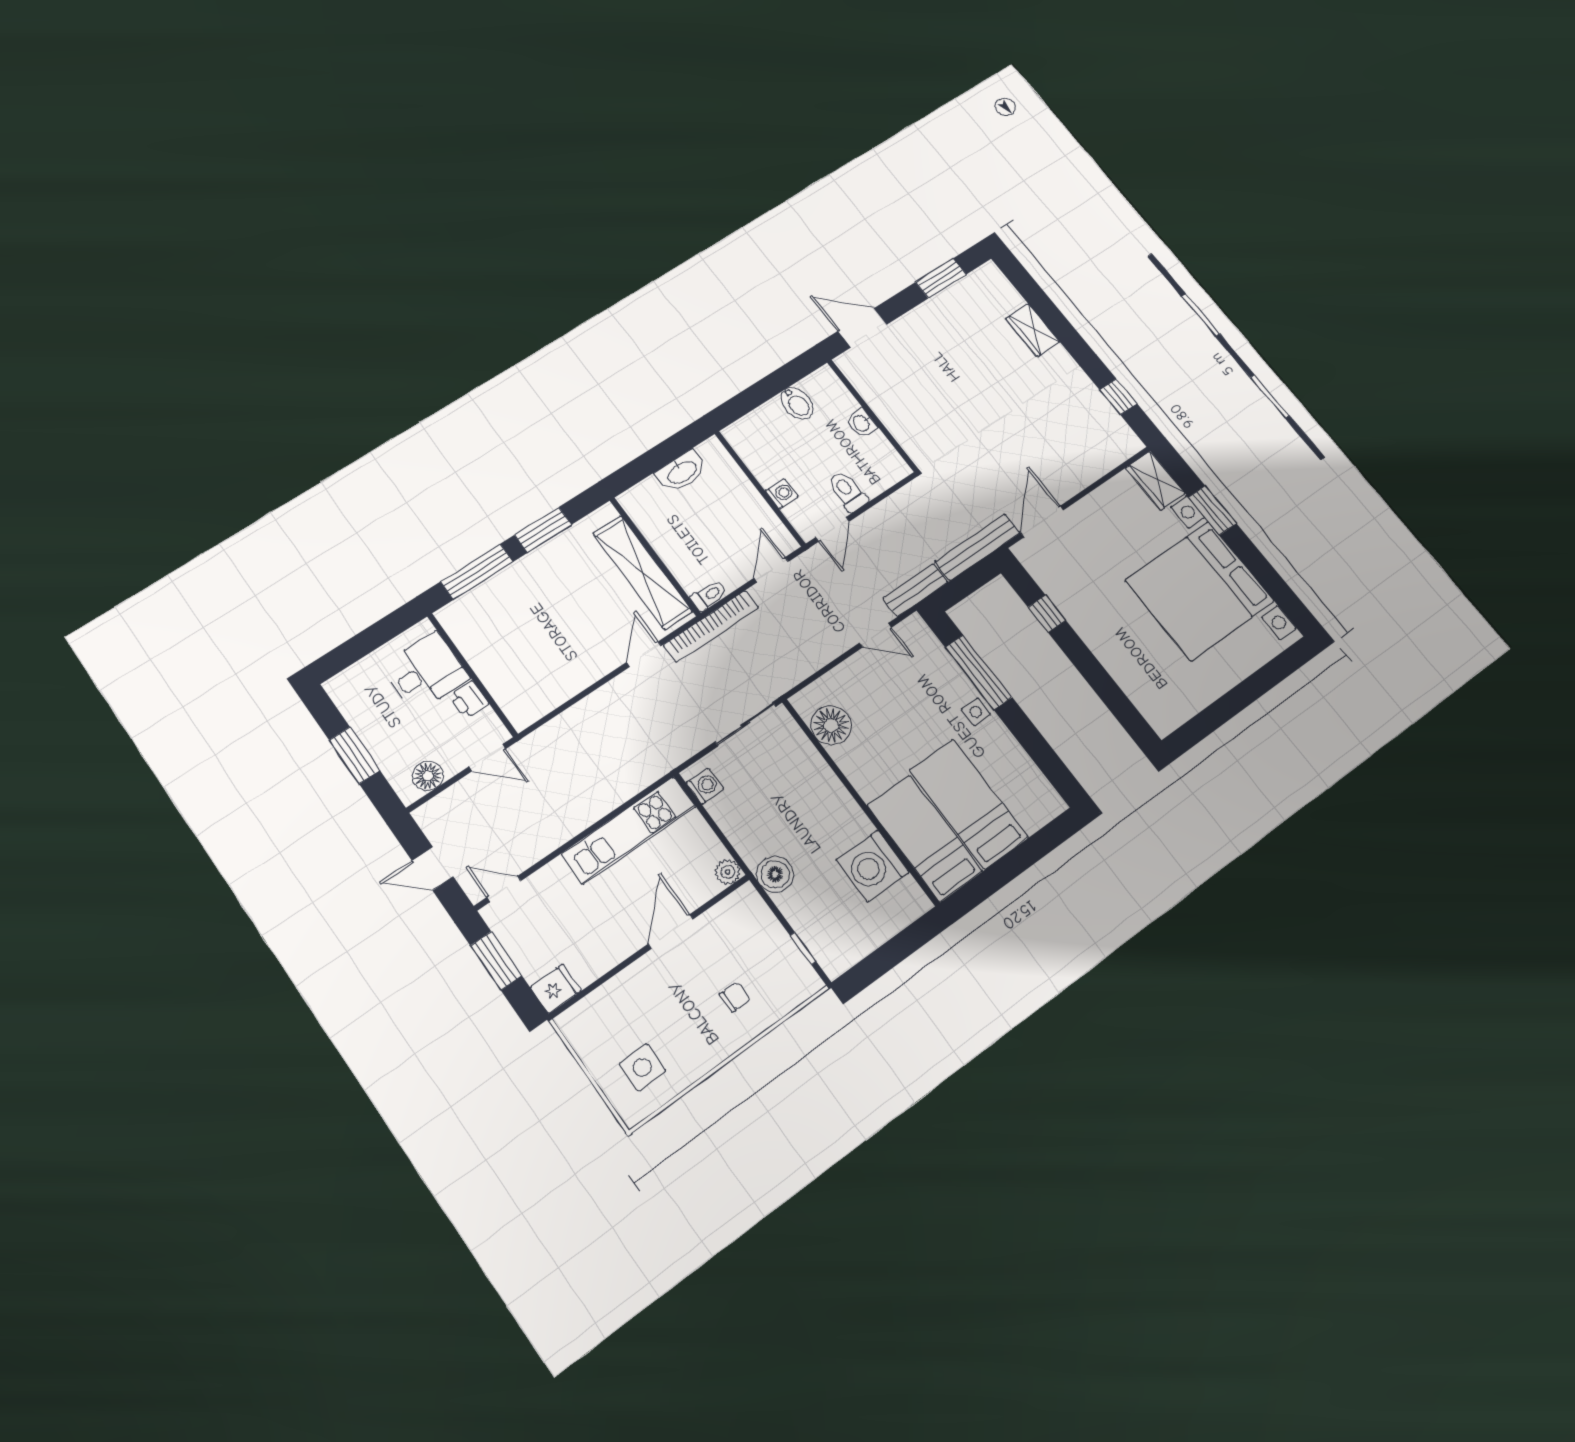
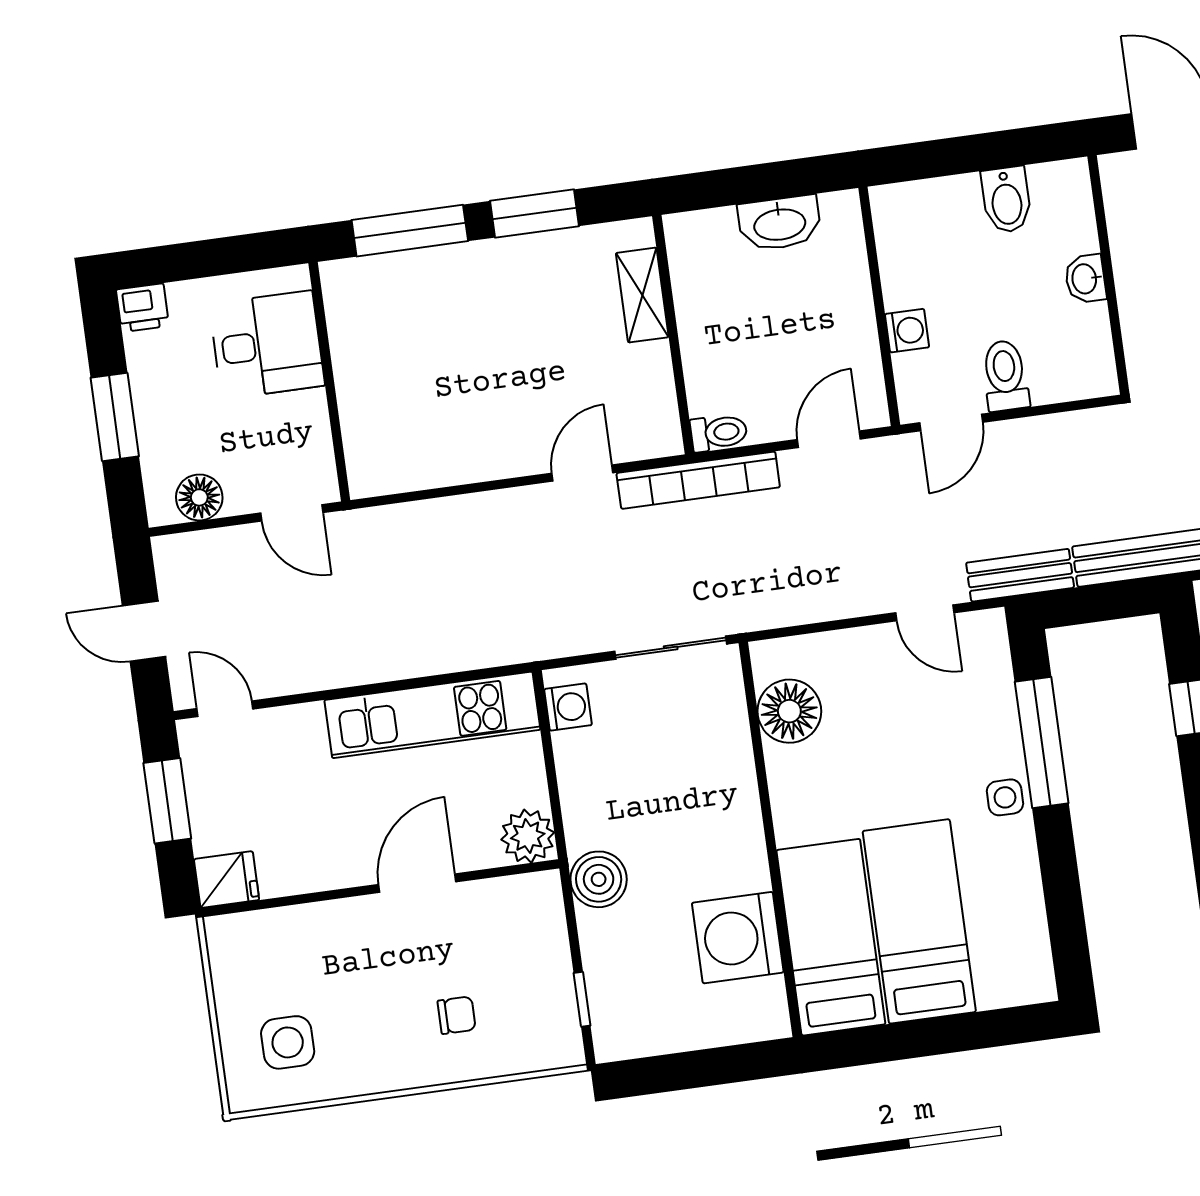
shelving: (643, 572) -> (642, 295), width x0.45, depth x0.75
printer: (469, 700) -> (143, 308), moved, turned -90
plant: (728, 872) -> (528, 836), width x1.38, depth x1.38

